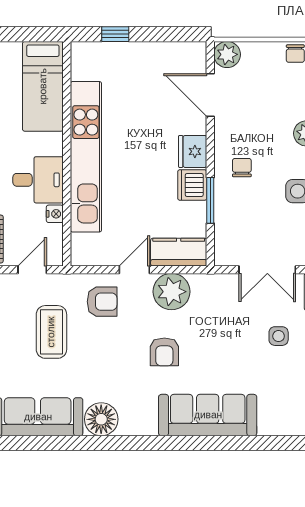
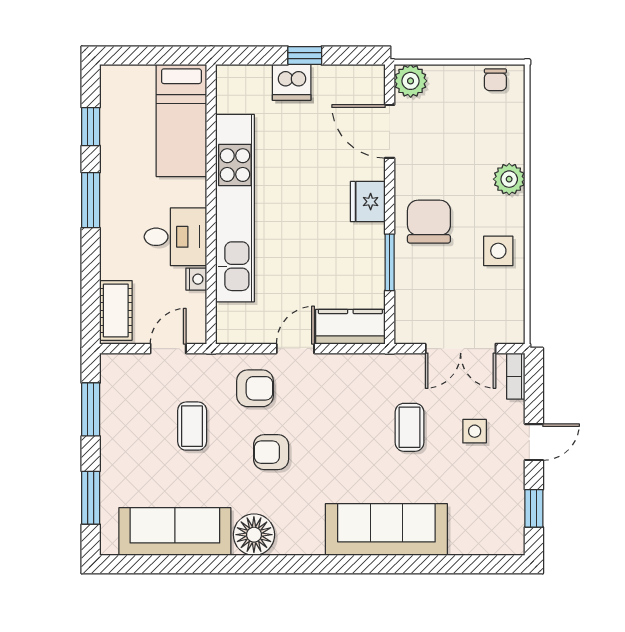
window: (115, 34) -> (305, 56), moved
chair: (242, 168) -> (429, 222), width x1.87, depth x1.87
dishwasher: (192, 185) -> (292, 82), moved, turned -90
plant: (171, 292) -> (341, 376), removed
coffee table: (51, 332) -> (192, 426), width x0.73, depth x0.77
coffee table: (226, 333) -> (409, 427), added
armchair: (164, 352) -> (271, 452), moved, turned 90

